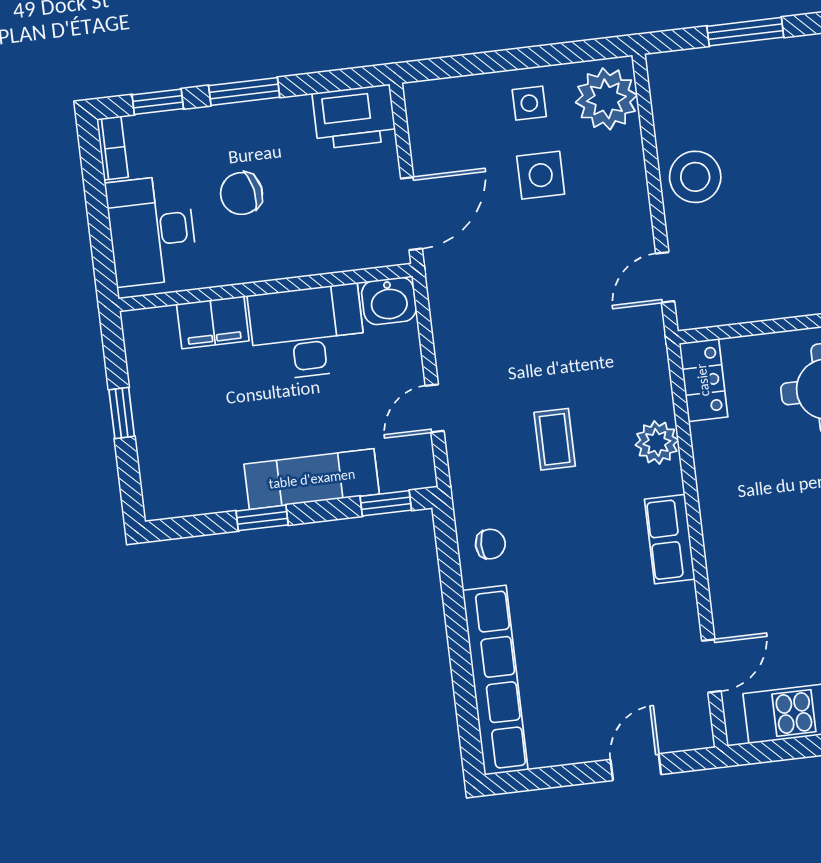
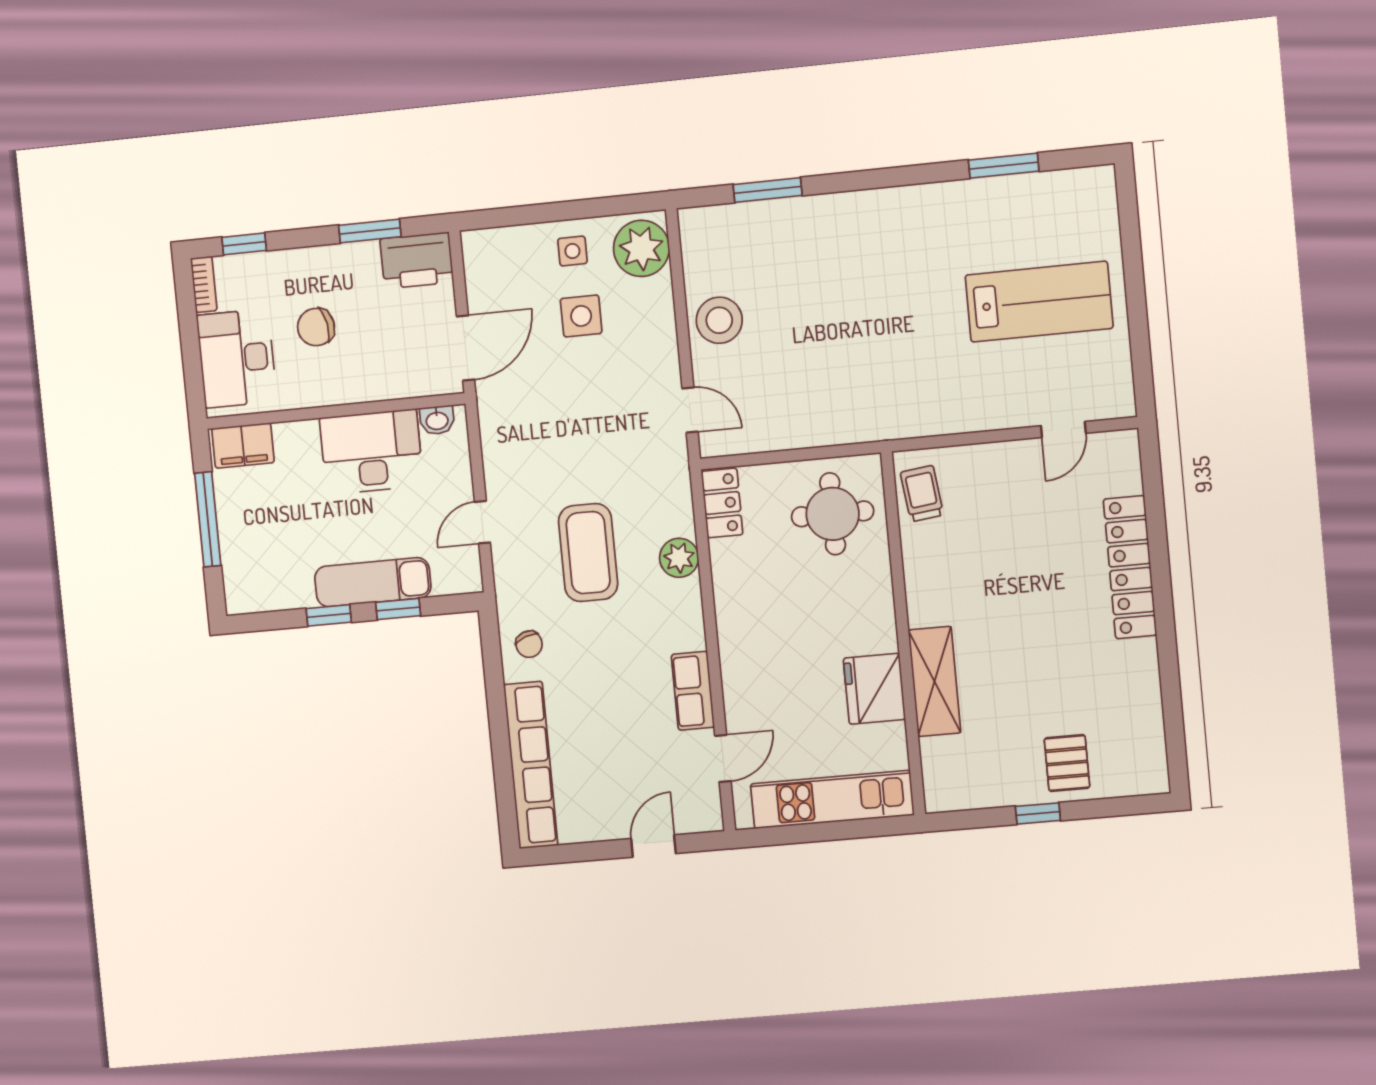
window: (244, 91) -> (370, 231), moved
door: (665, 277) -> (690, 410), swing flipped
washbasin: (389, 301) -> (437, 420), width x0.72, depth x0.69
filing cabinet: (213, 322) -> (243, 446), moved
window: (122, 413) -> (208, 519), width x2.17
coffee table: (555, 439) -> (588, 553), width x1.86, depth x1.72
window: (386, 503) -> (398, 609), moved
row of seats: (670, 539) -> (693, 691), moved
chair: (490, 544) -> (529, 644), turned 70

